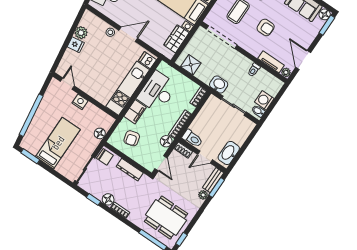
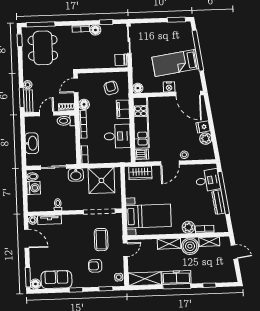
armchair: (266, 27) -> (72, 242), removed
wardrobe: (176, 39) -> (140, 173), moved, turned 90
shower: (191, 65) -> (101, 180), width x1.86, depth x1.86
door: (67, 84) -> (188, 94), width x1.87
desk: (157, 92) -> (117, 136), width x0.73
floor lamp: (100, 133) -> (138, 88), moved
bed: (58, 143) -> (175, 63), moved, turned 82
washbasin: (229, 153) -> (32, 143), moved
door: (161, 163) -> (76, 85), hinge flipped
dresser: (130, 170) -> (96, 64), removed
dining table: (166, 218) -> (43, 48), turned 90

